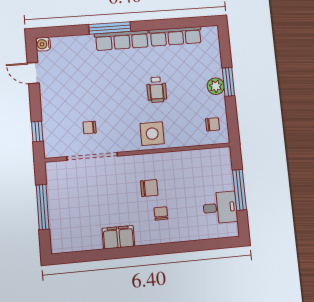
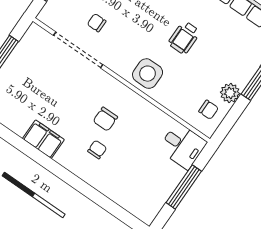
plant: (216, 86) -> (230, 93), moved
chair: (149, 188) -> (105, 119), turned 90
desk: (220, 208) -> (182, 146), moved

